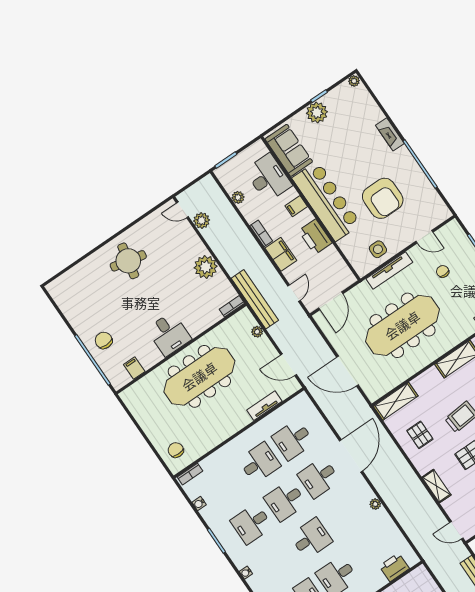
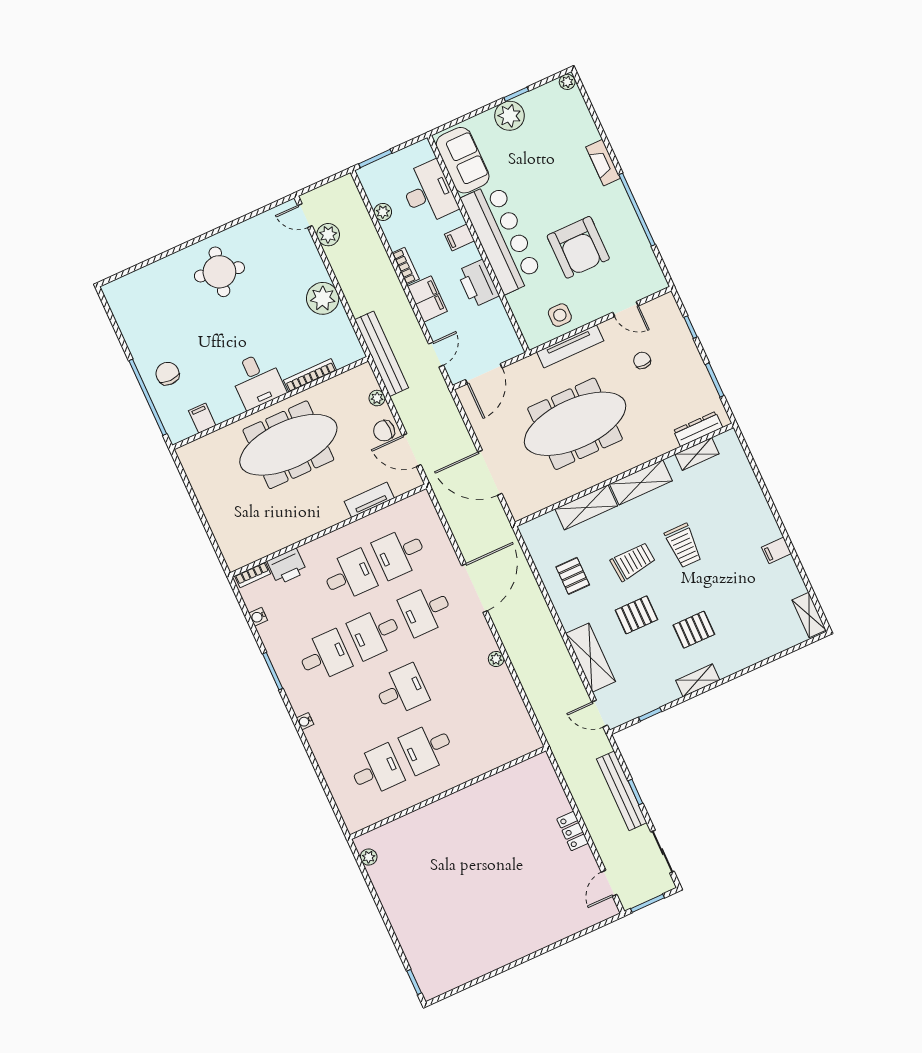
bookcase: (232, 306) -> (310, 375), moved, width x1.56
shelving: (396, 401) -> (586, 507), moved
chair: (176, 450) -> (384, 431), moved, turned -90
shelving: (437, 486) -> (591, 658), width x1.50, depth x1.33
desk: (252, 524) -> (324, 656), turned 180
printer: (394, 567) -> (287, 566), moved, turned 180

